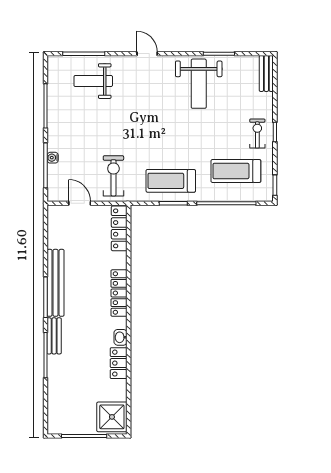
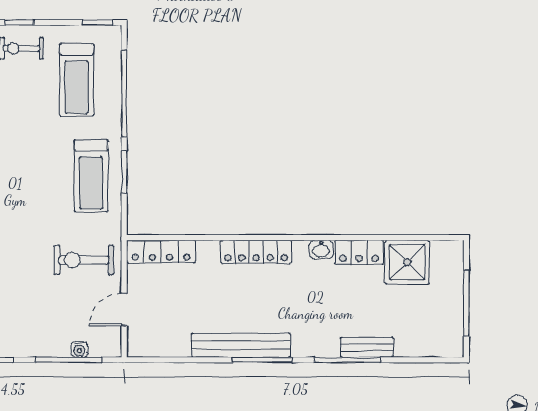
water cooler: (53, 158) -> (79, 349), moved
bench: (54, 336) -> (367, 347), moved
shower: (112, 417) -> (407, 262), moved

